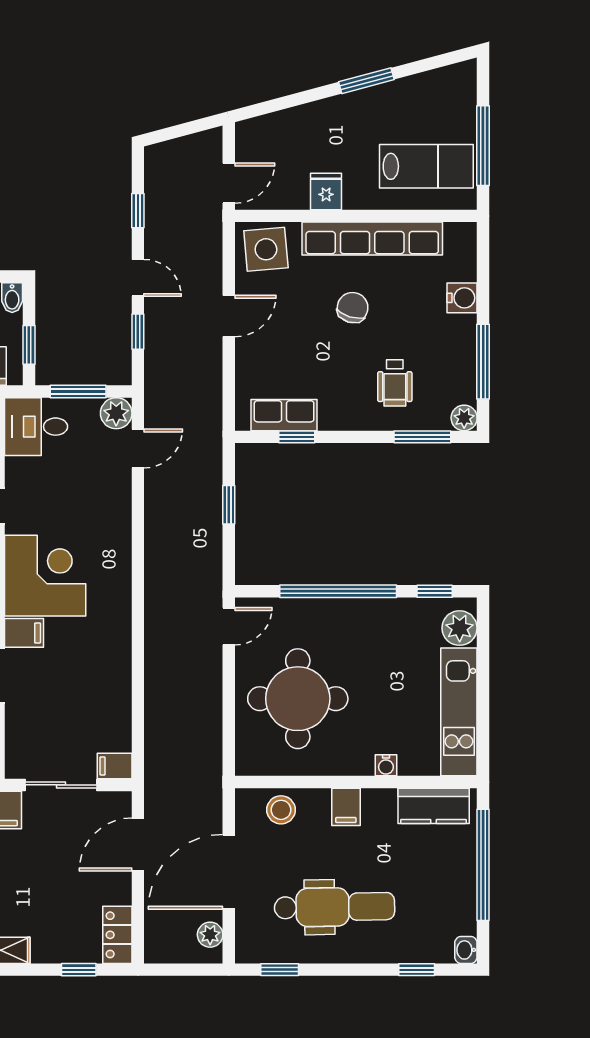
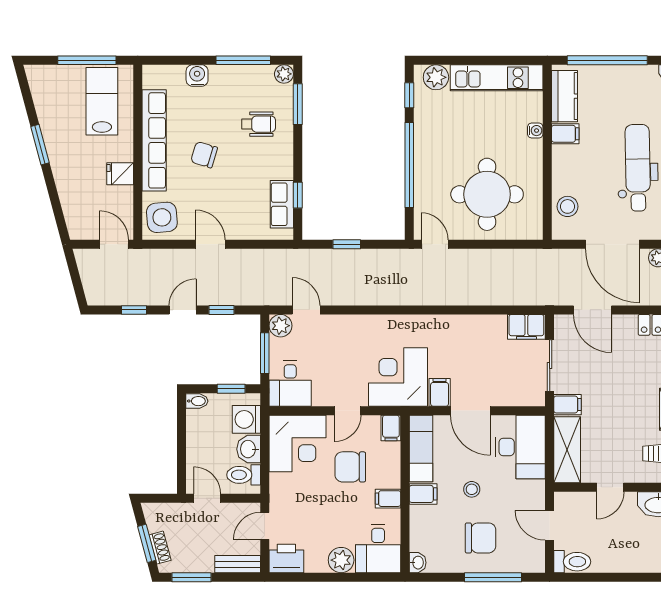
filing cabinet: (115, 766) -> (526, 327), width x2.00
filing cabinet: (346, 807) -> (565, 134), moved

